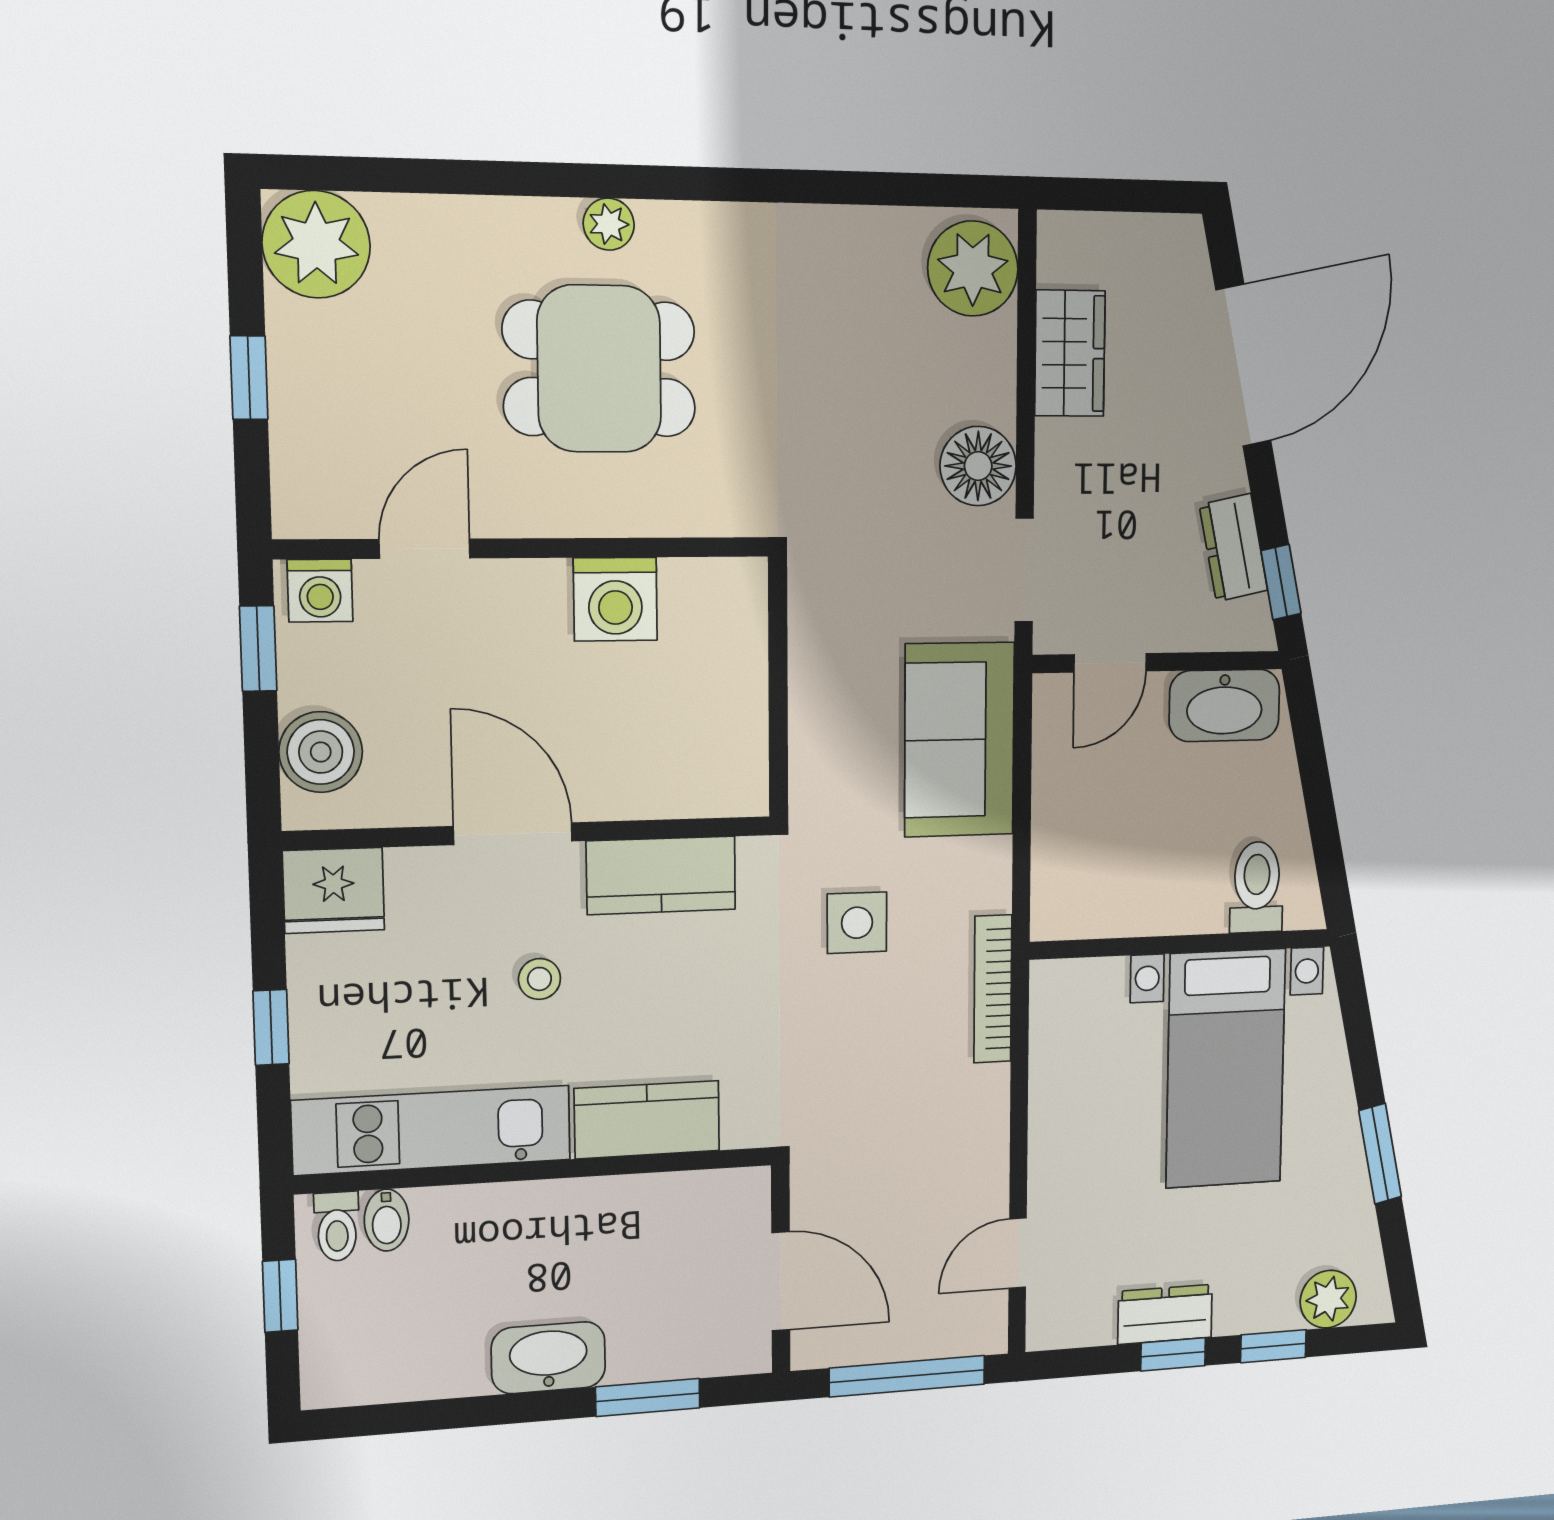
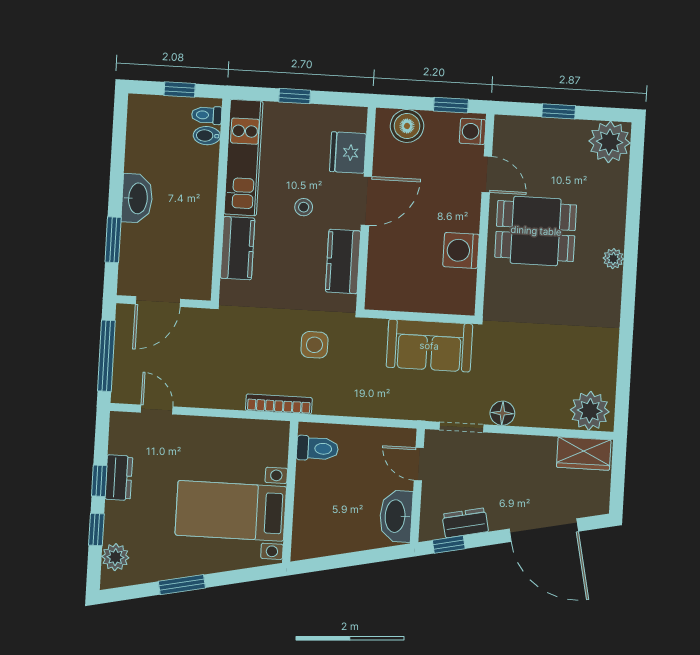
wardrobe: (1070, 353) -> (584, 454), moved
dining table: (599, 369) -> (536, 231), moved, turned 90
floor lamp: (978, 466) -> (502, 413), width x0.73, depth x0.73
sofa: (960, 740) -> (429, 346), moved, turned 180
toilet: (1257, 887) -> (317, 448), moved
fridge: (334, 890) -> (348, 153), moved

